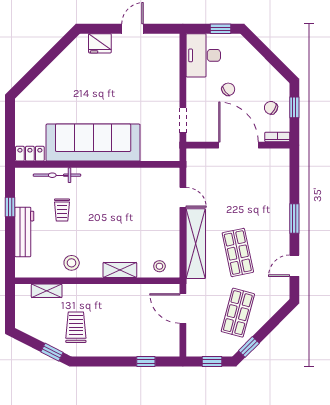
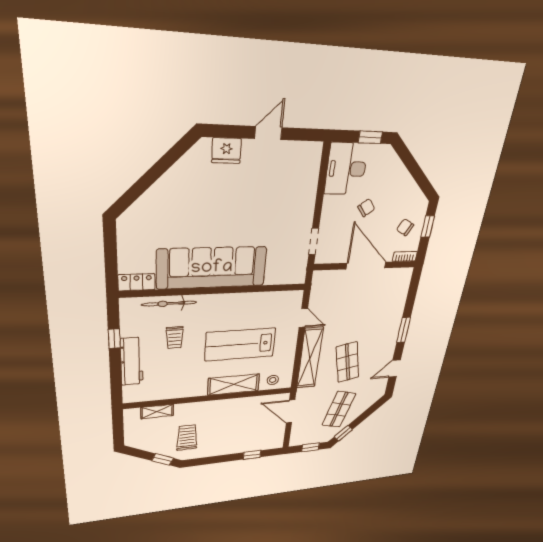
lab bench: (123, 222) -> (240, 344), added
stool: (72, 263) -> (184, 385), removed
shelving: (120, 270) -> (234, 385), width x1.50, depth x1.33

